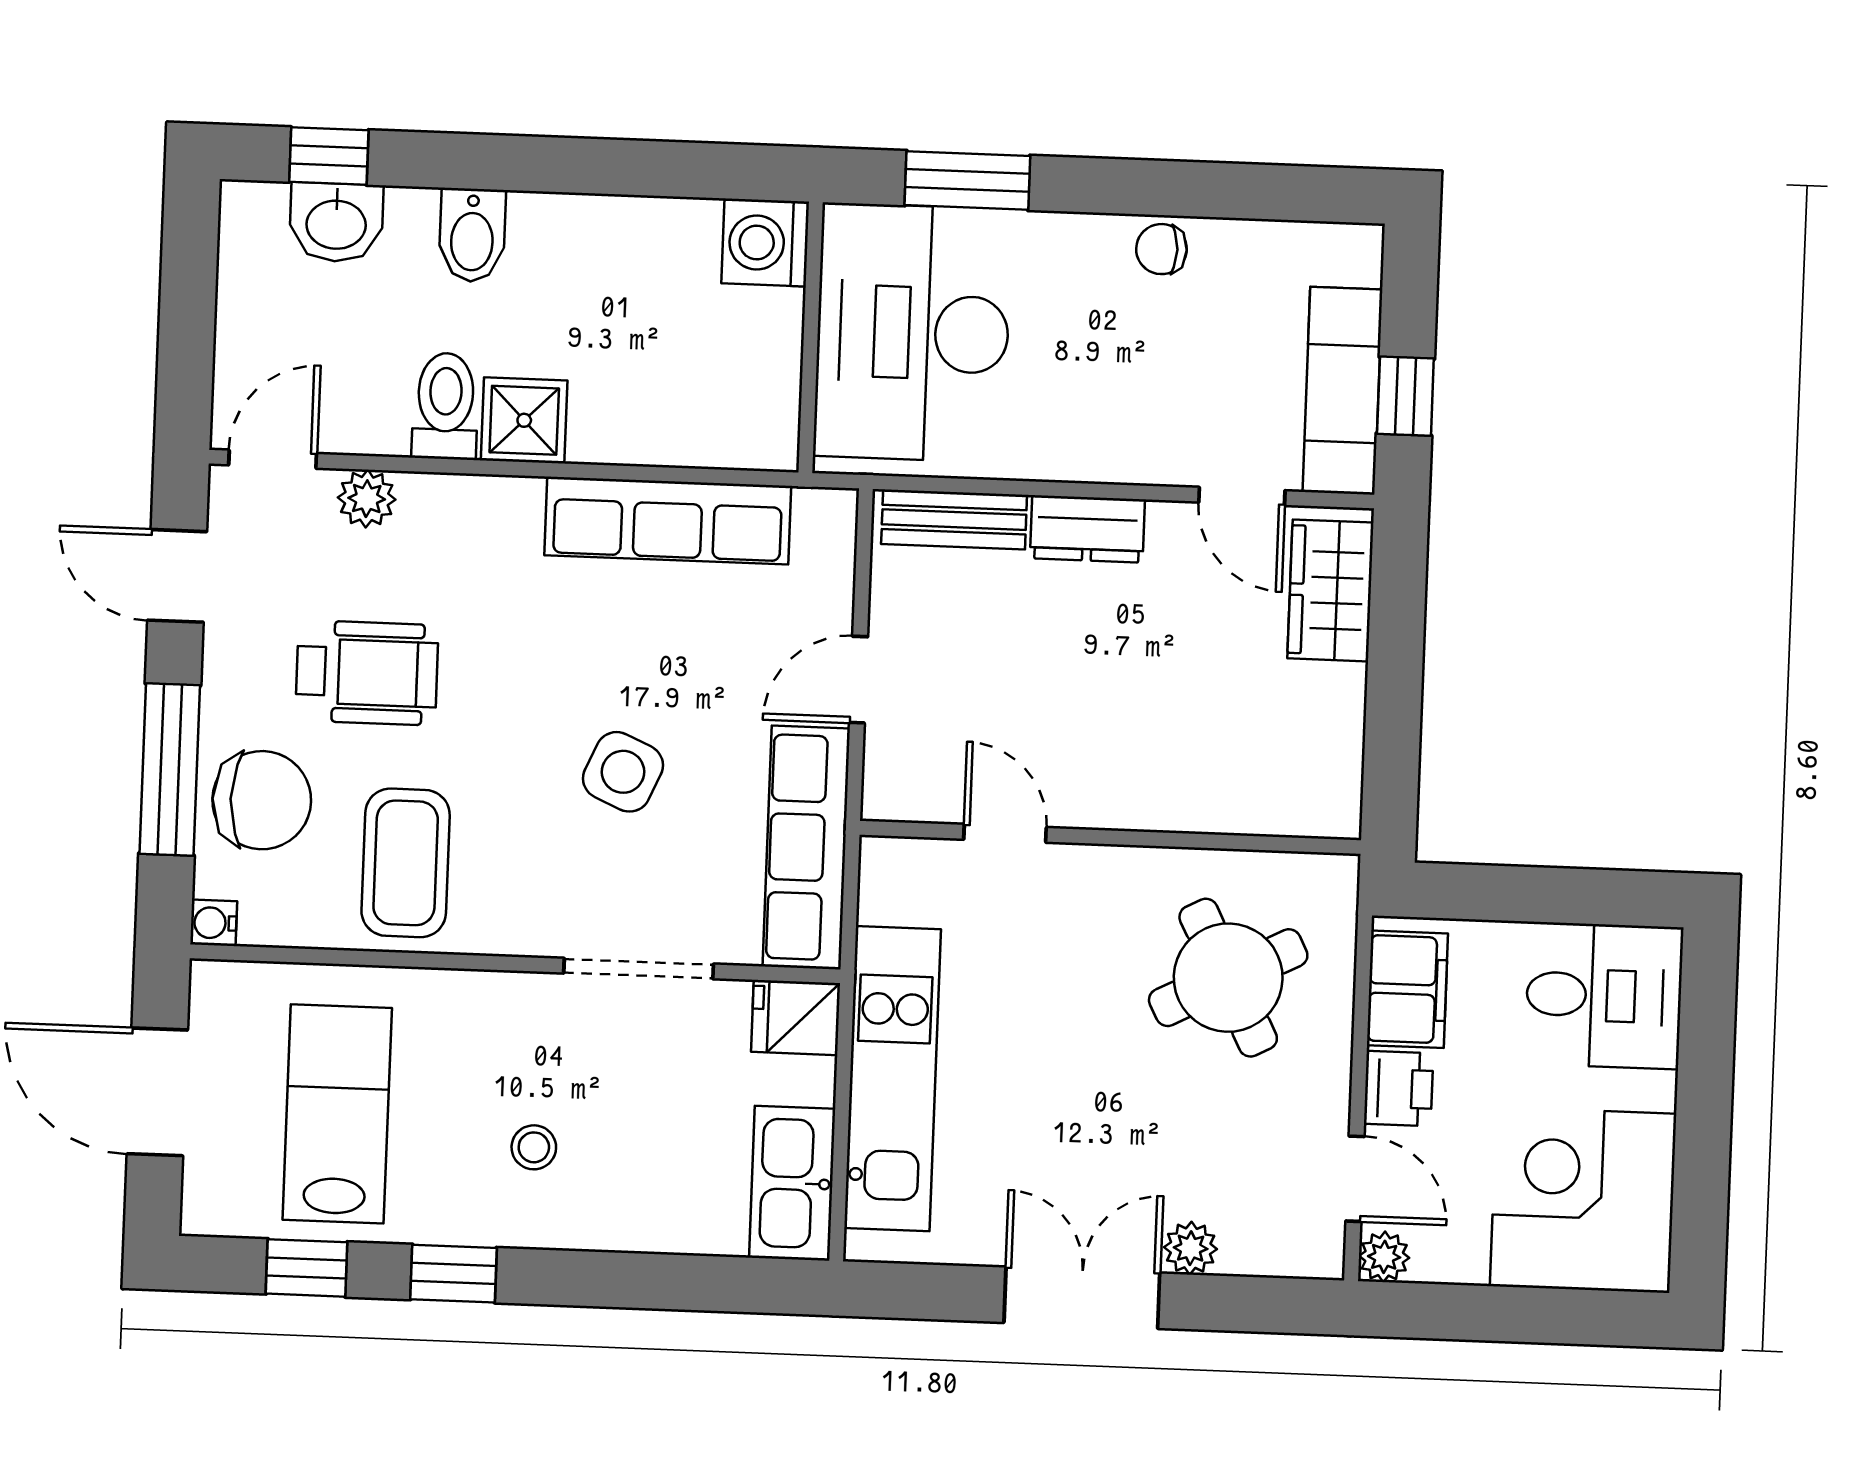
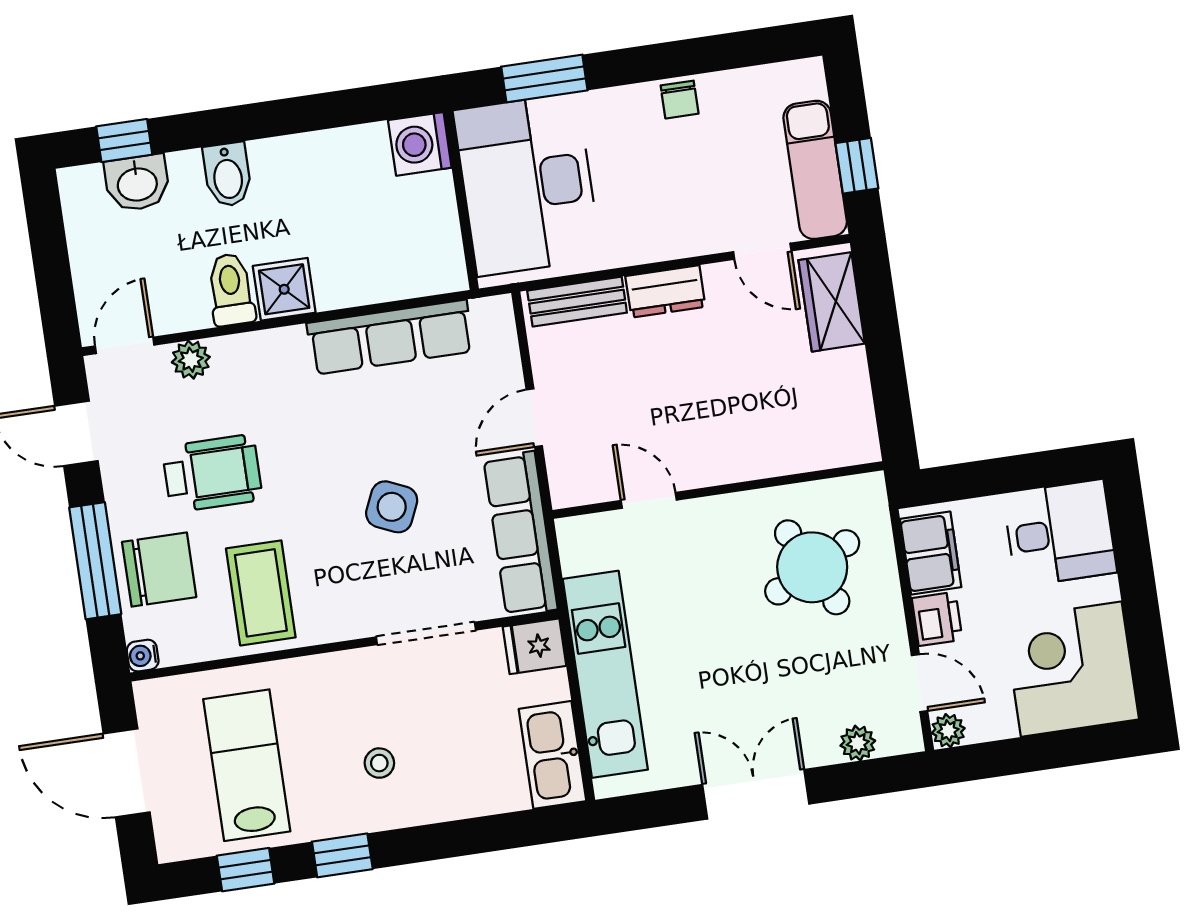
chair: (1161, 249) -> (680, 100), turned -90
plant: (1191, 1248) -> (858, 743), moved

